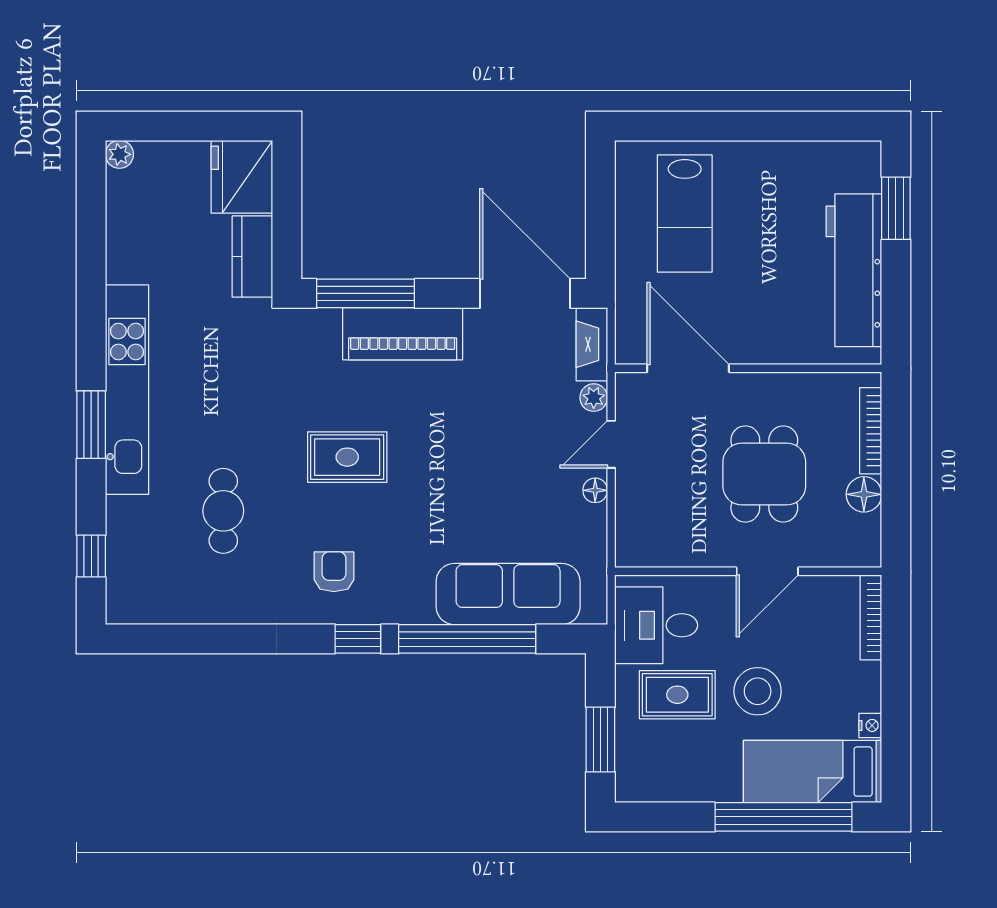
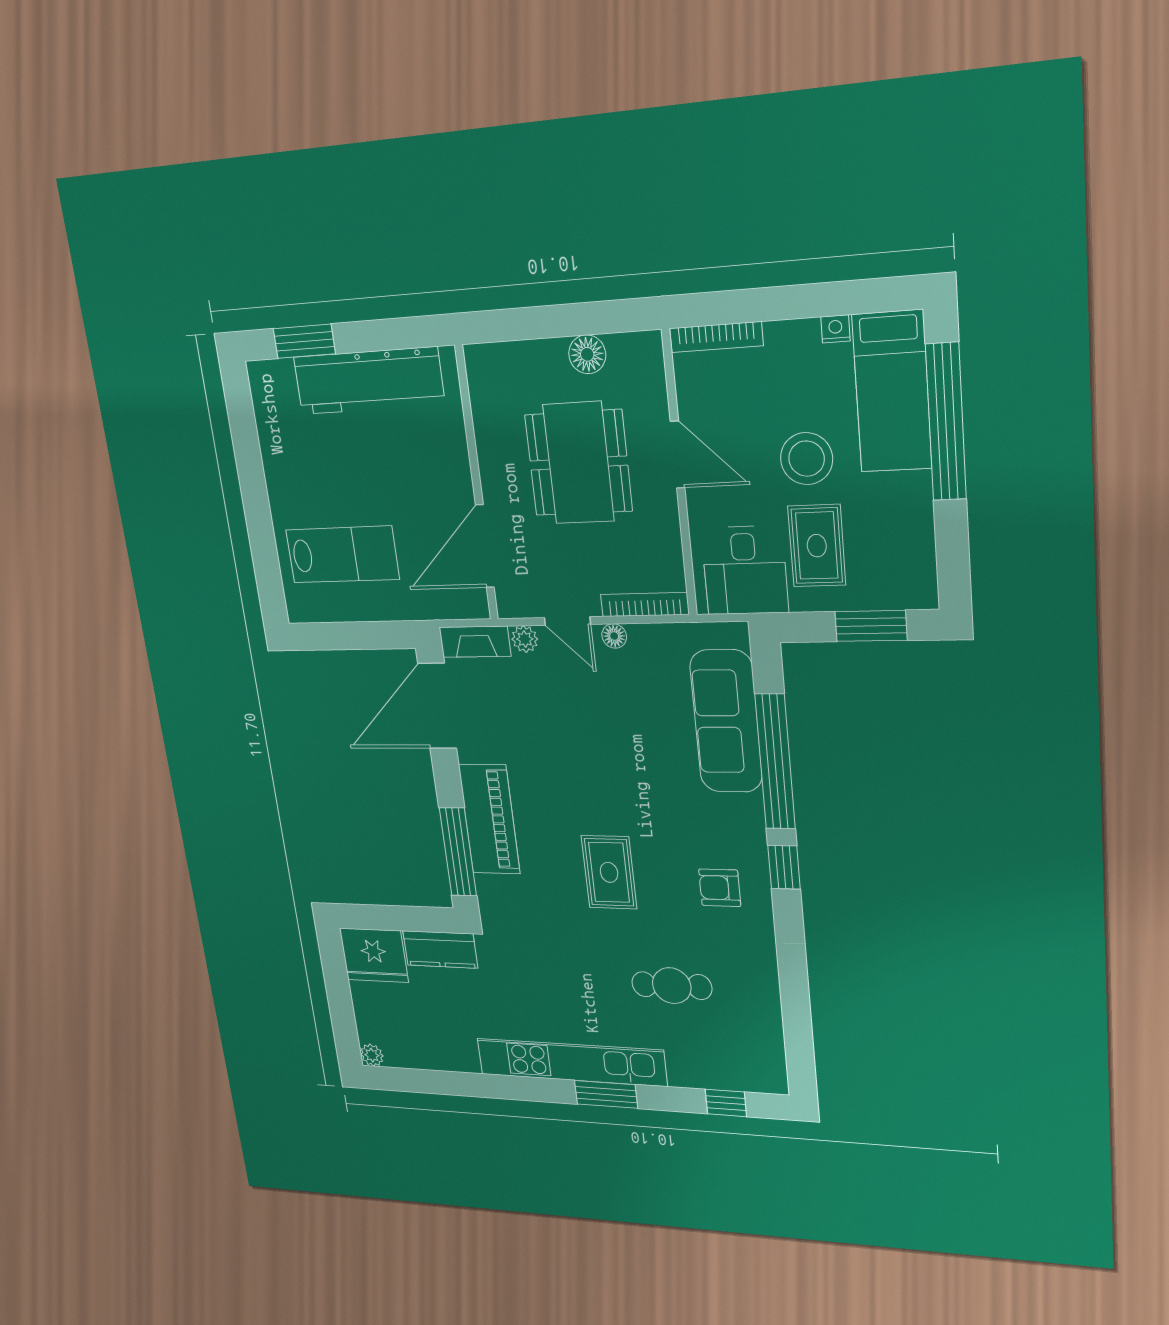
bookcase: (871, 431) -> (645, 605), moved, turned 180
dining table: (764, 474) -> (579, 463), width x1.38

